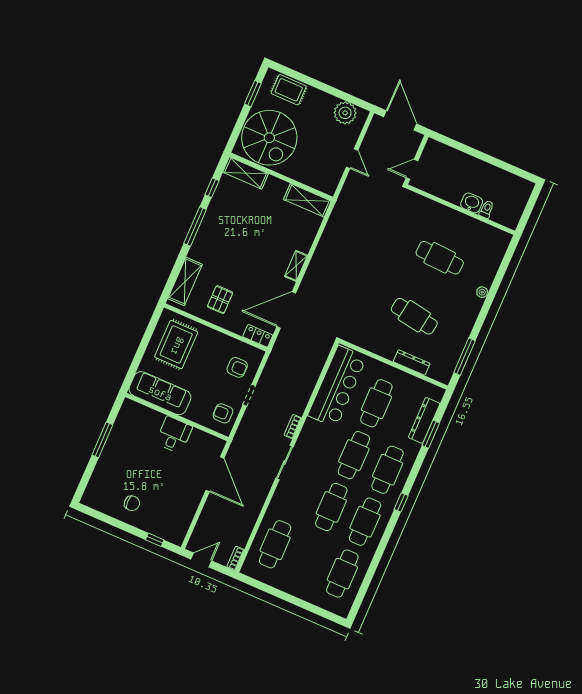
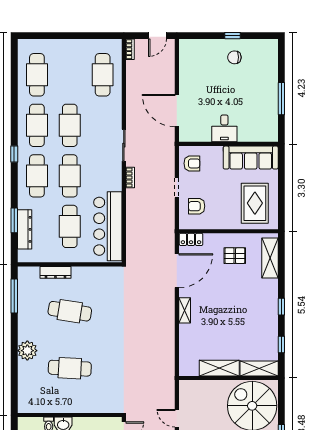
shelving: (307, 200) -> (219, 368), moved
window: (195, 226) -> (281, 307), width x0.46
plant: (482, 292) -> (27, 351), width x1.88, depth x1.88
pallet: (220, 300) -> (235, 256), turned 90
window: (155, 540) -> (233, 36), moved

